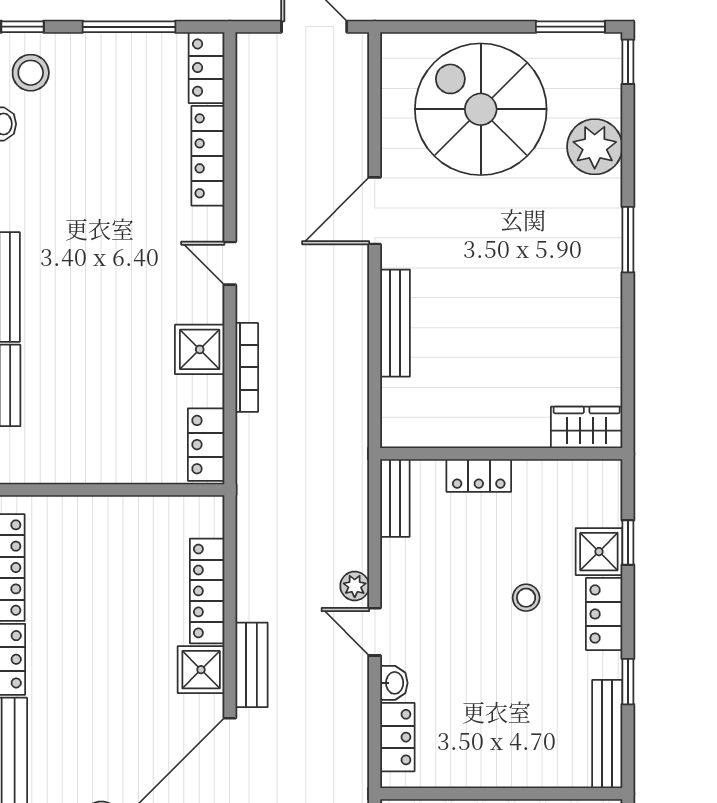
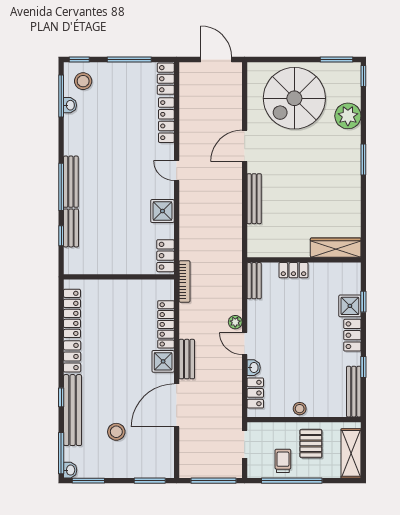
spiral stairs: (481, 109) -> (294, 98), turned -90
bookcase: (247, 367) -> (185, 281), moved
wardrobe: (587, 427) -> (336, 248), width x1.50
stool: (526, 598) -> (300, 409), moved

